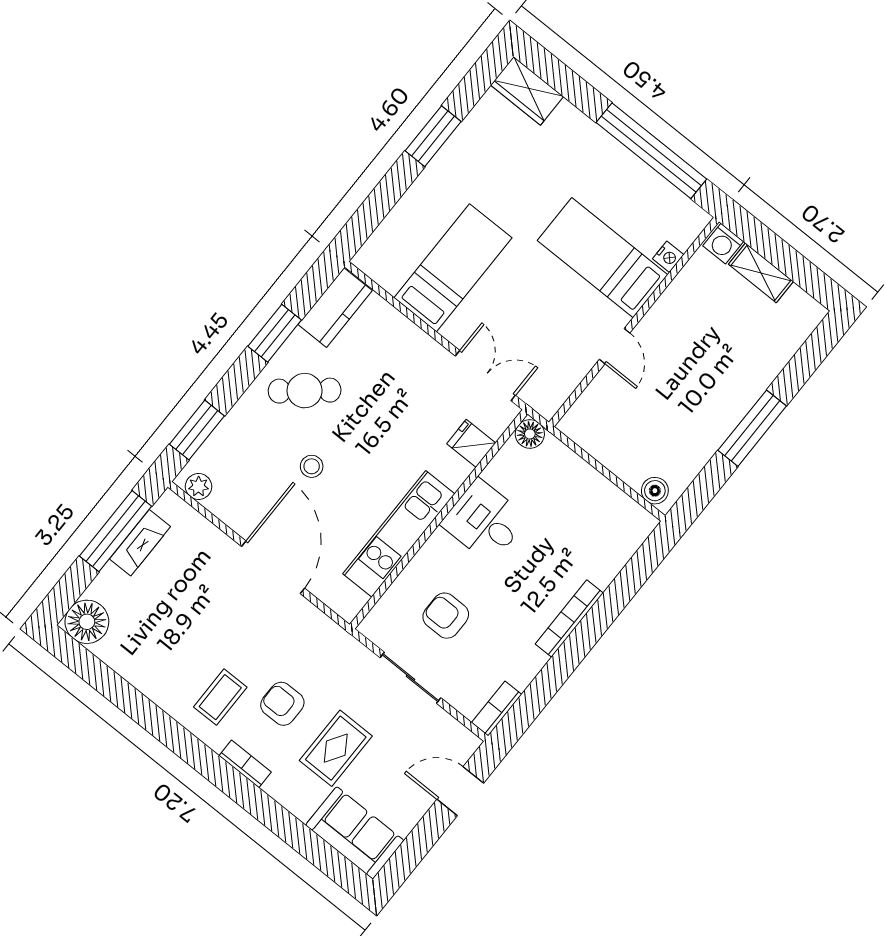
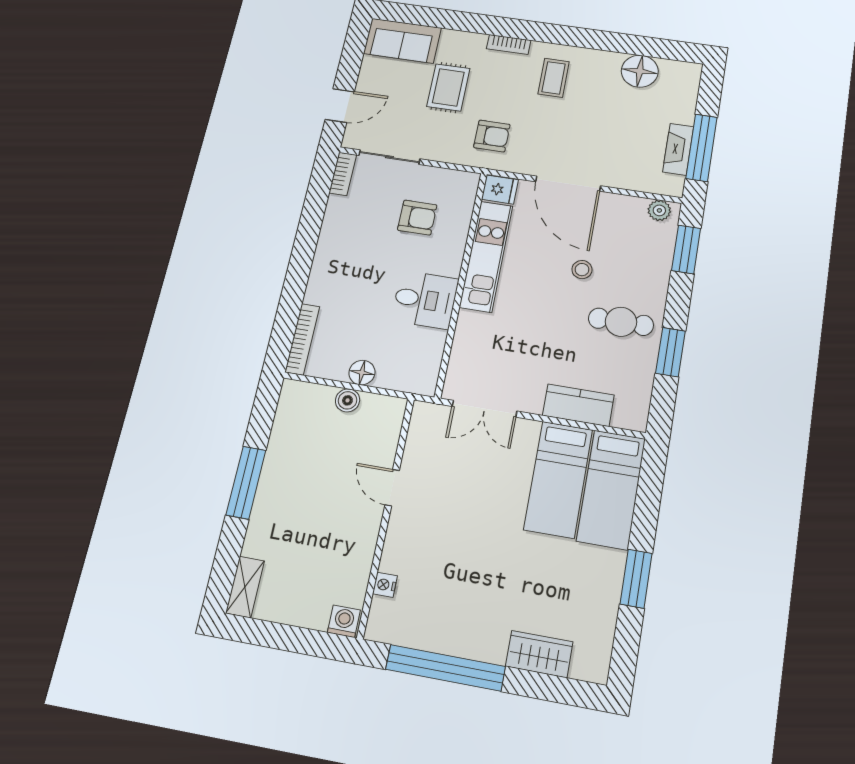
wardrobe: (527, 91) -> (539, 654), moved
bed: (602, 258) -> (611, 489), moved, turned 90
shelving: (761, 273) -> (245, 587), moved, turned 90
kitchen counter: (335, 308) -> (578, 405), moved, turned 90
cafe table: (305, 391) -> (621, 322), turned 40
floor lamp: (530, 434) -> (362, 373), moved
fridge: (471, 443) -> (500, 190), moved
boiler: (655, 491) -> (347, 400), moved
bookcase: (569, 619) -> (302, 339), moved
floor lamp: (87, 622) -> (640, 71), moved
sliding door: (411, 678) -> (389, 157), moved
armchair: (282, 704) -> (492, 136), moved

